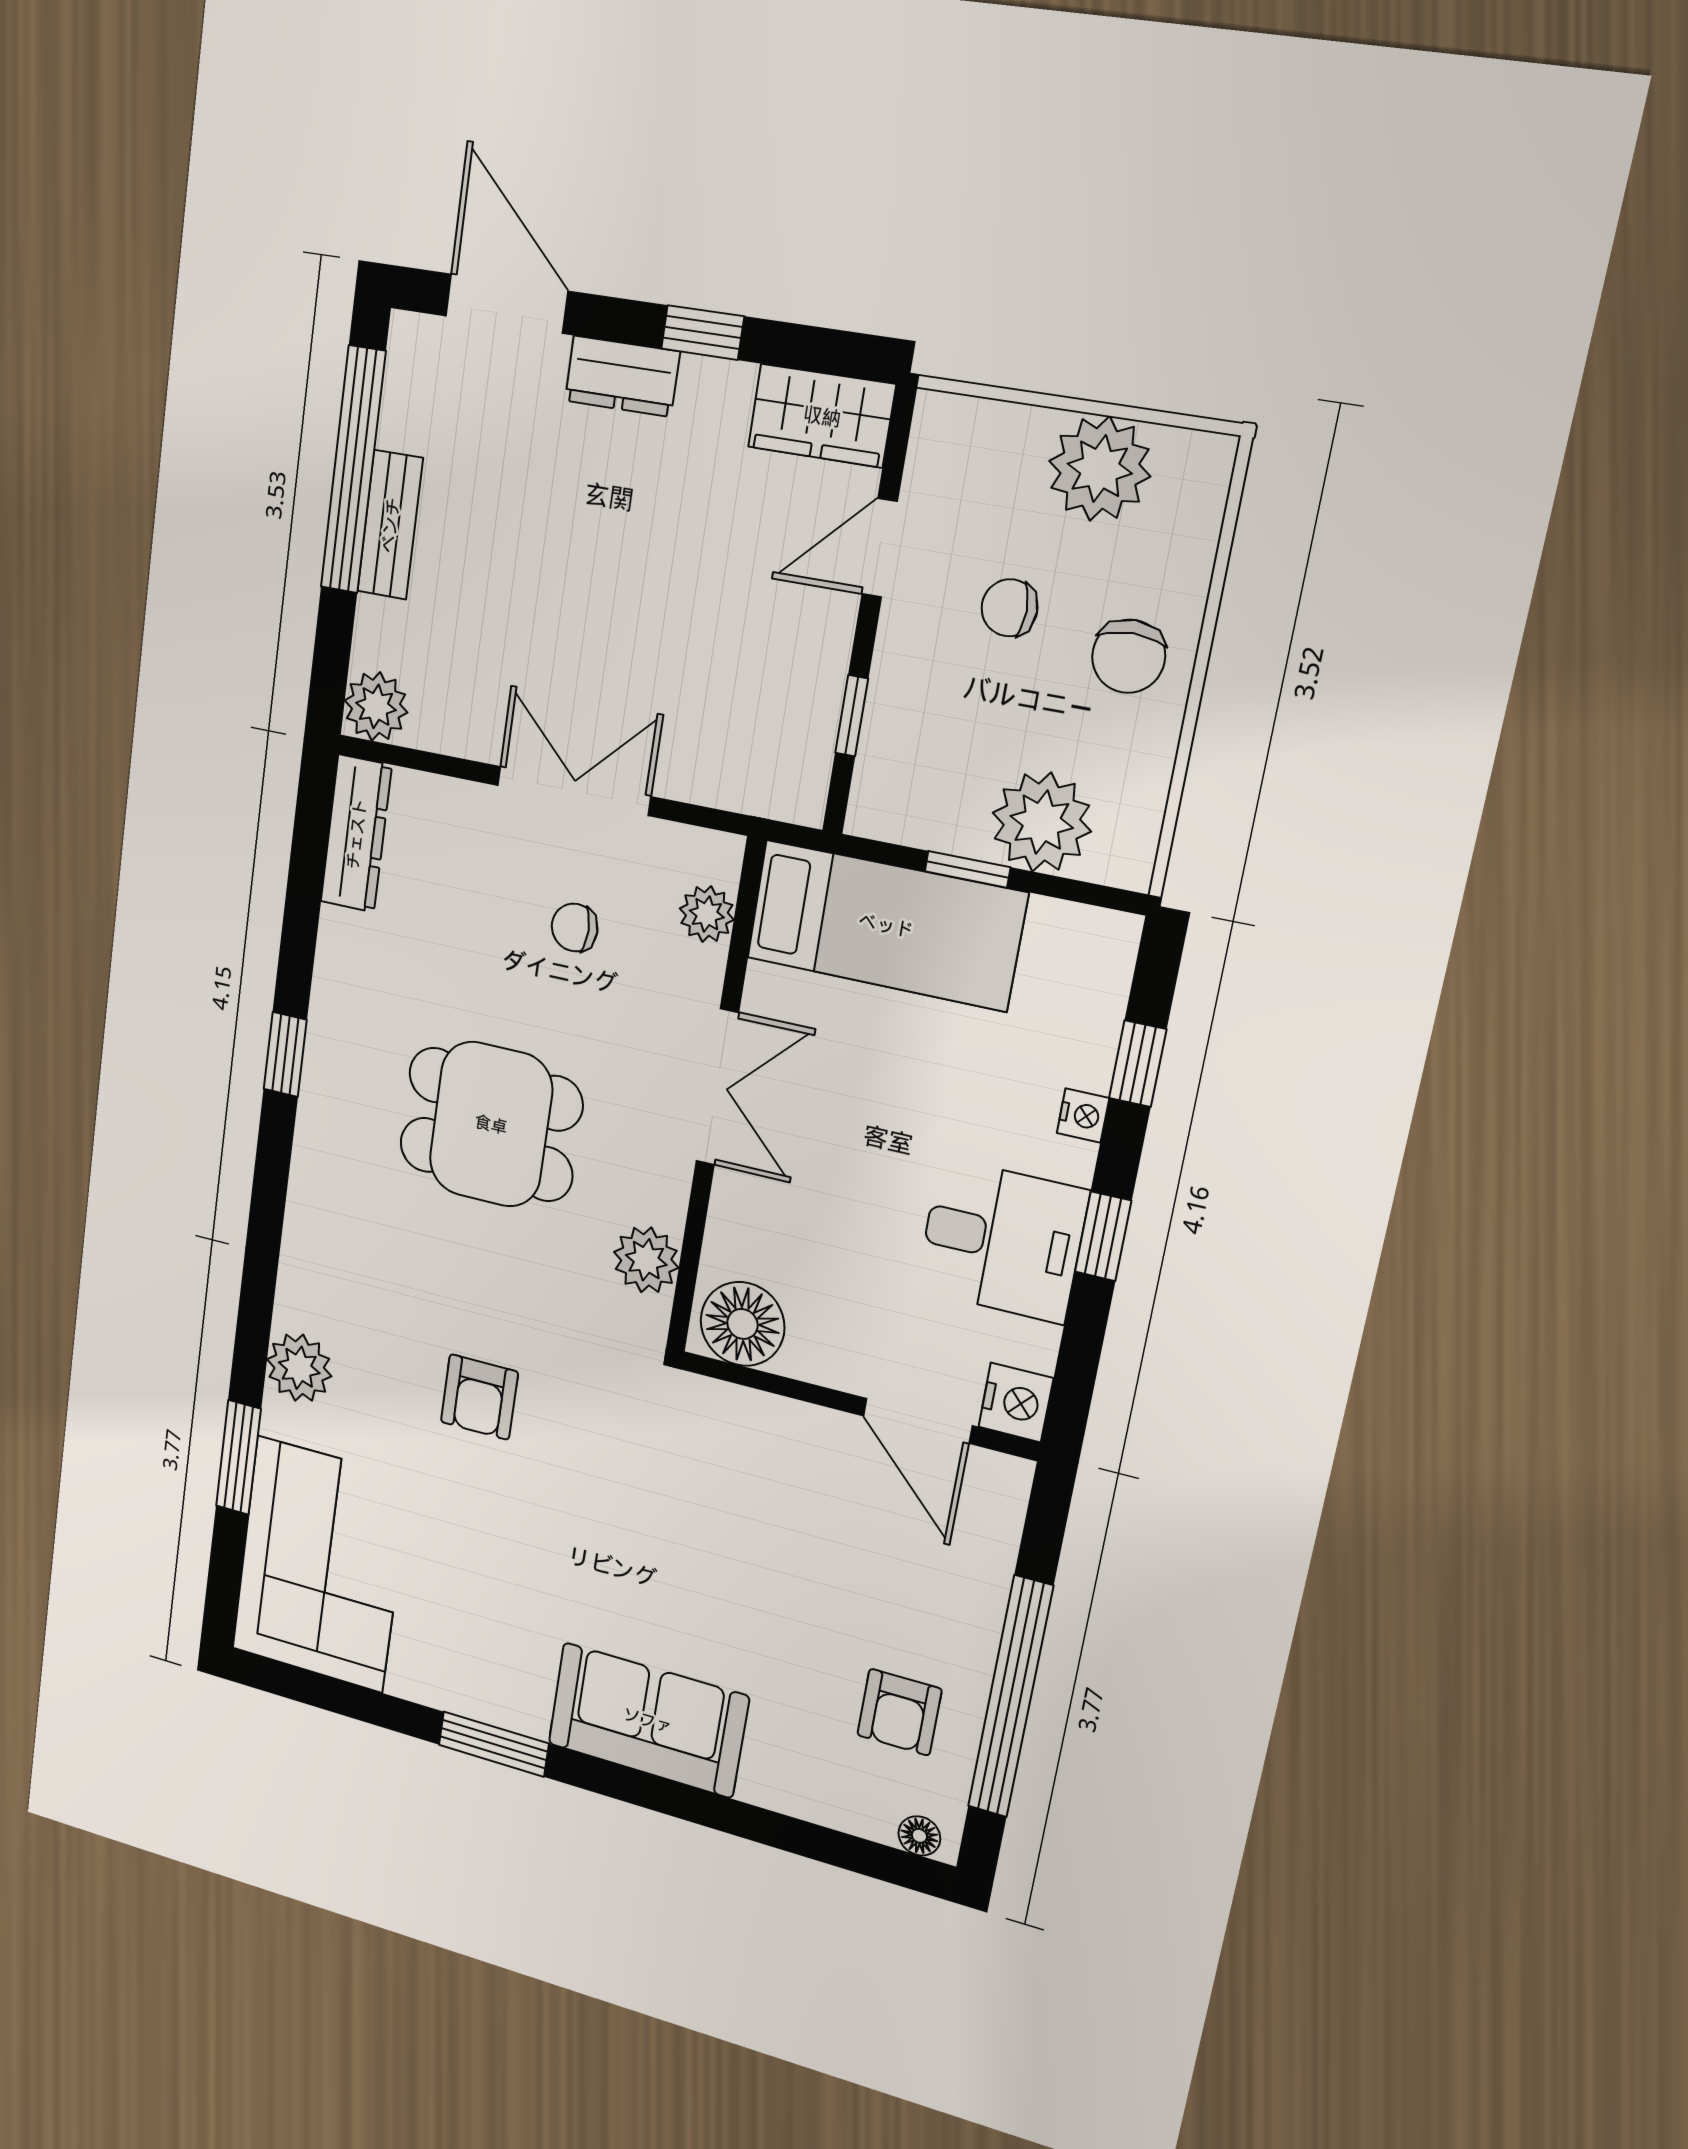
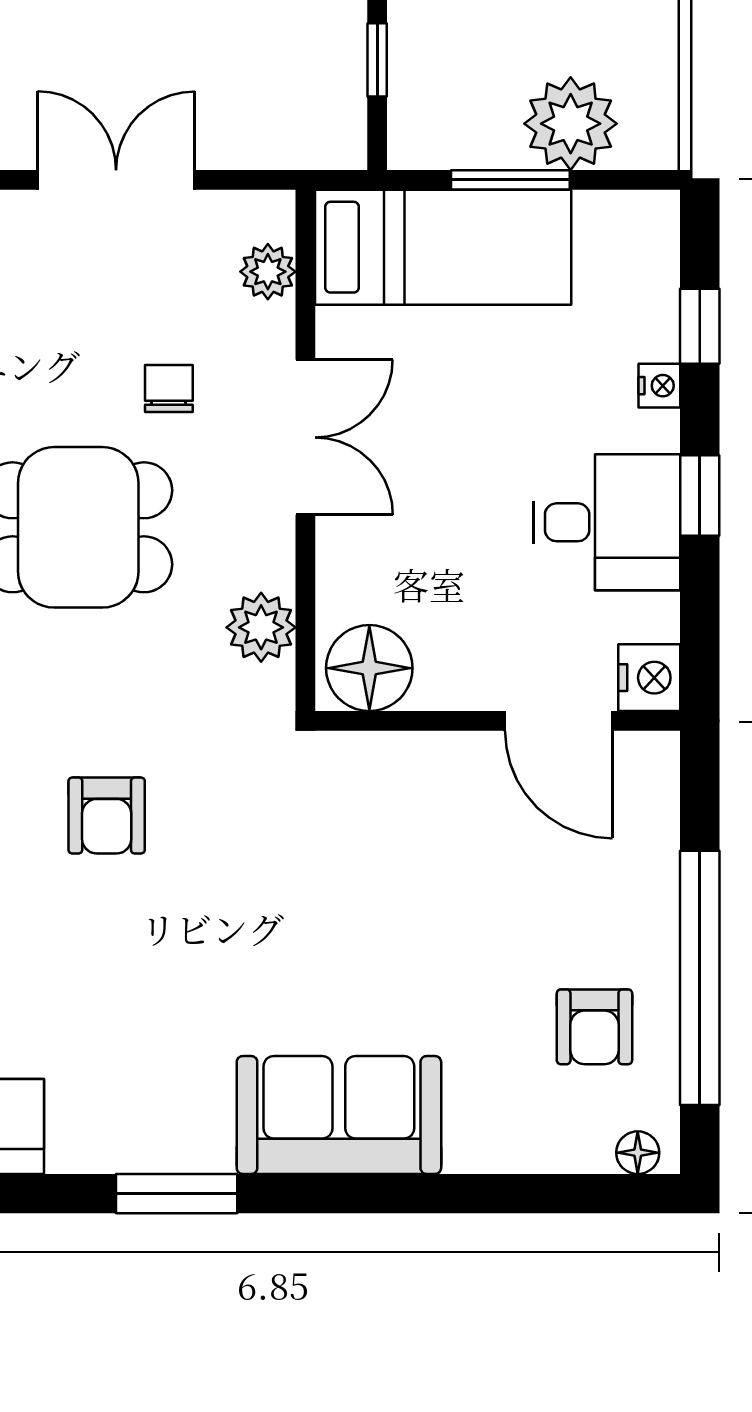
window: (967, 869) -> (510, 180), width x1.50
chair: (575, 928) -> (169, 389), moved, turned 90

